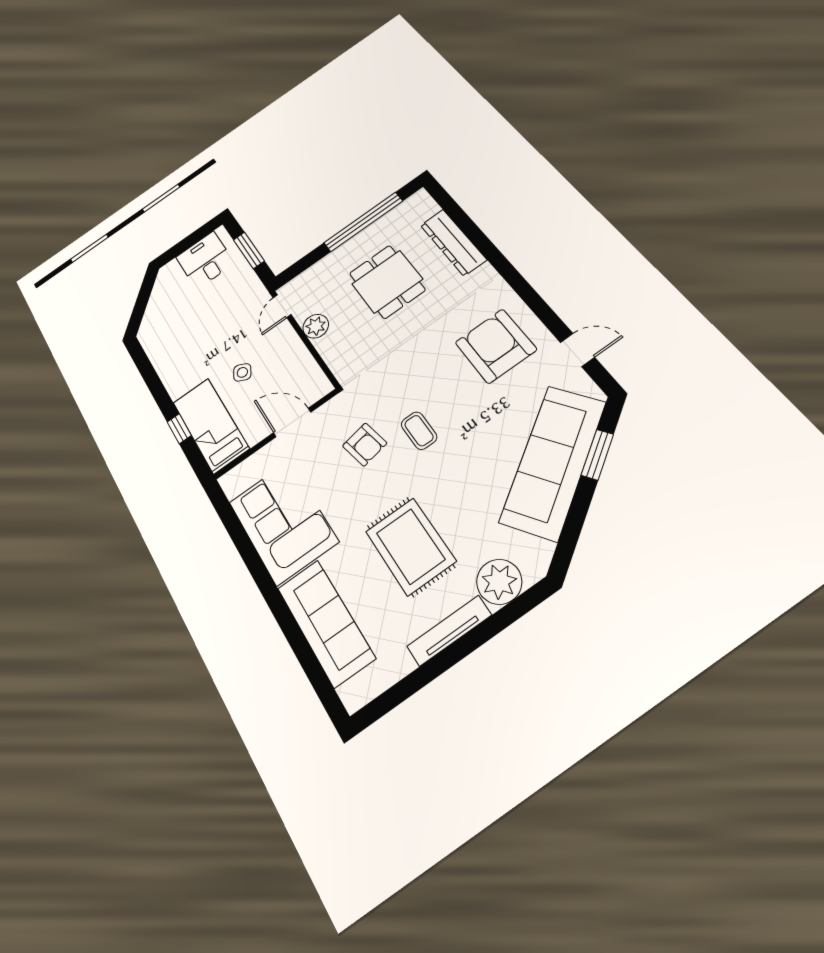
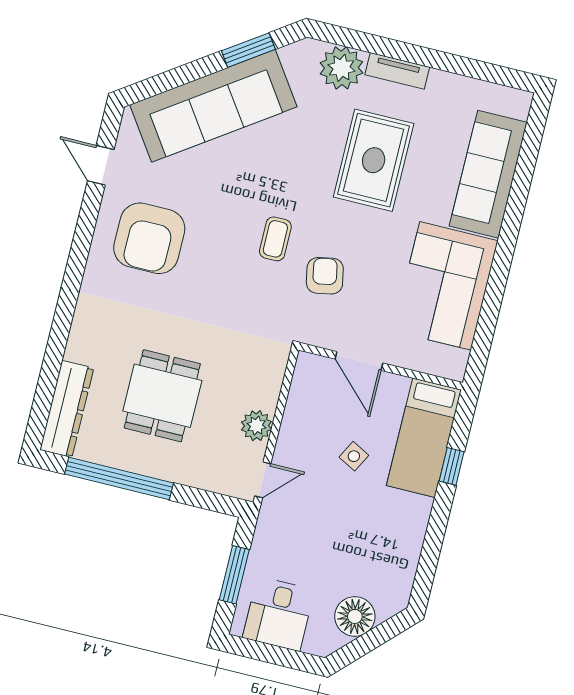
dresser: (453, 242) -> (67, 409), moved
floor lamp: (162, 302) -> (355, 616), added
window: (597, 455) -> (248, 50), moved
tv unit: (449, 631) -> (397, 71), width x0.71

